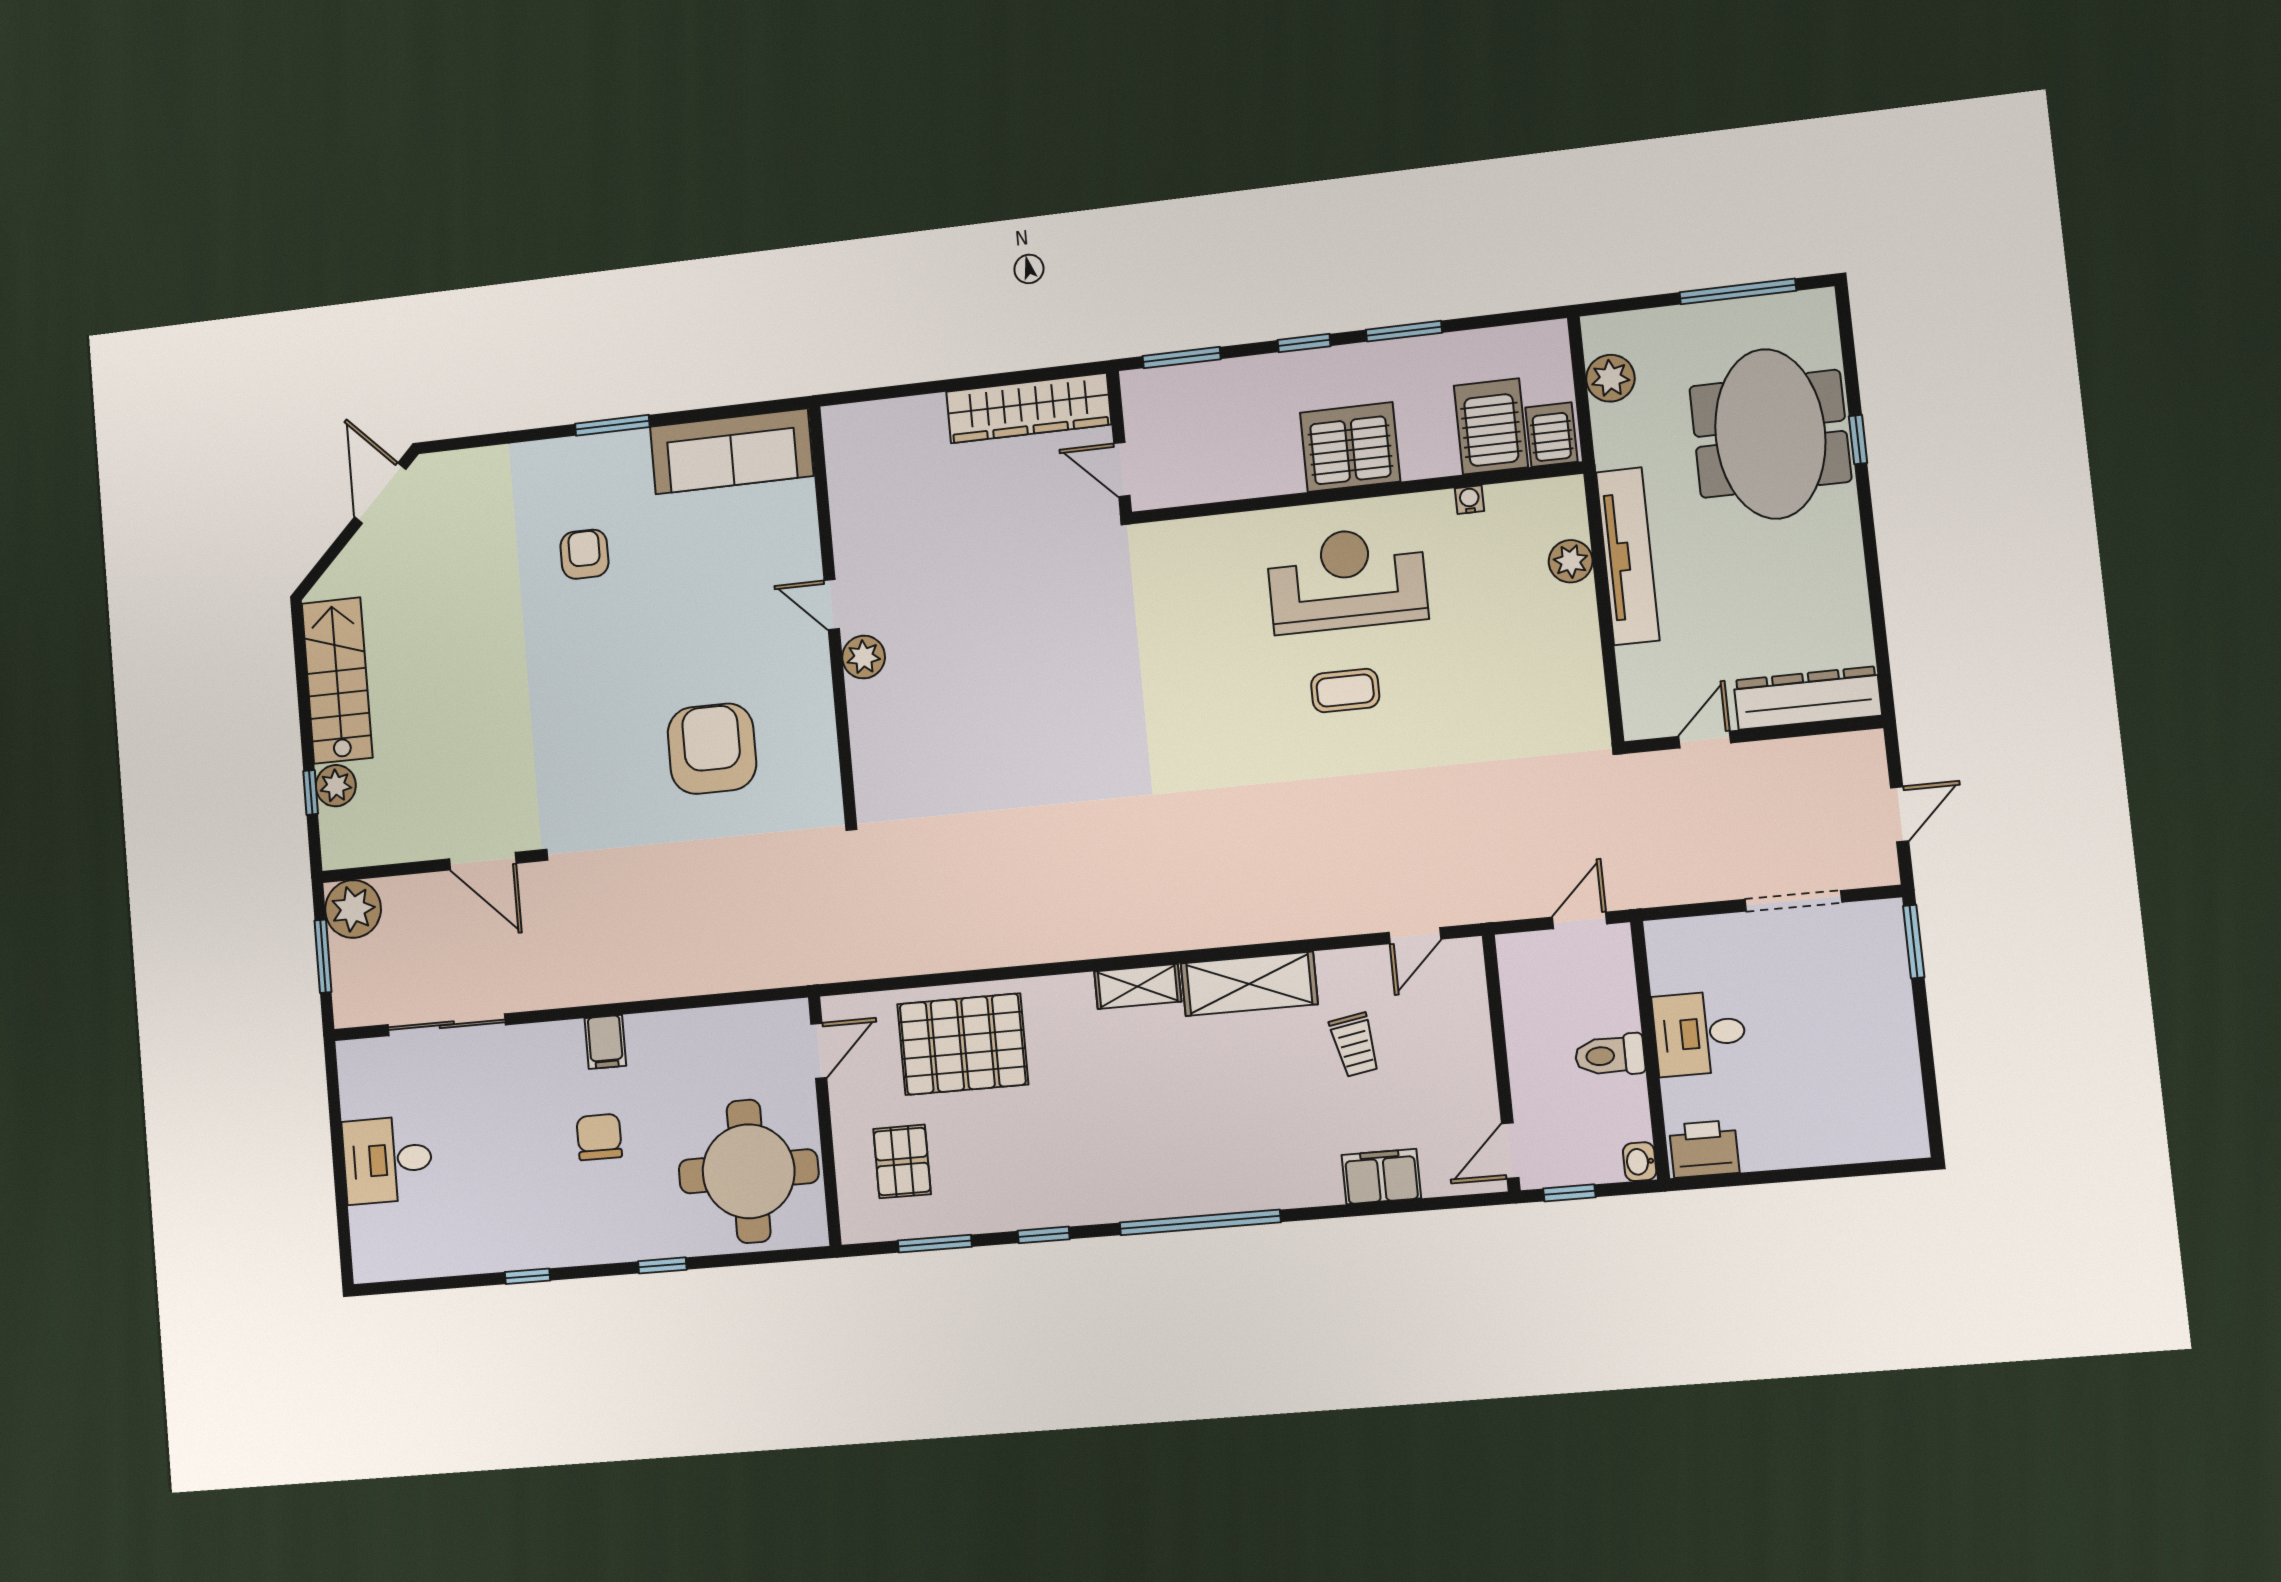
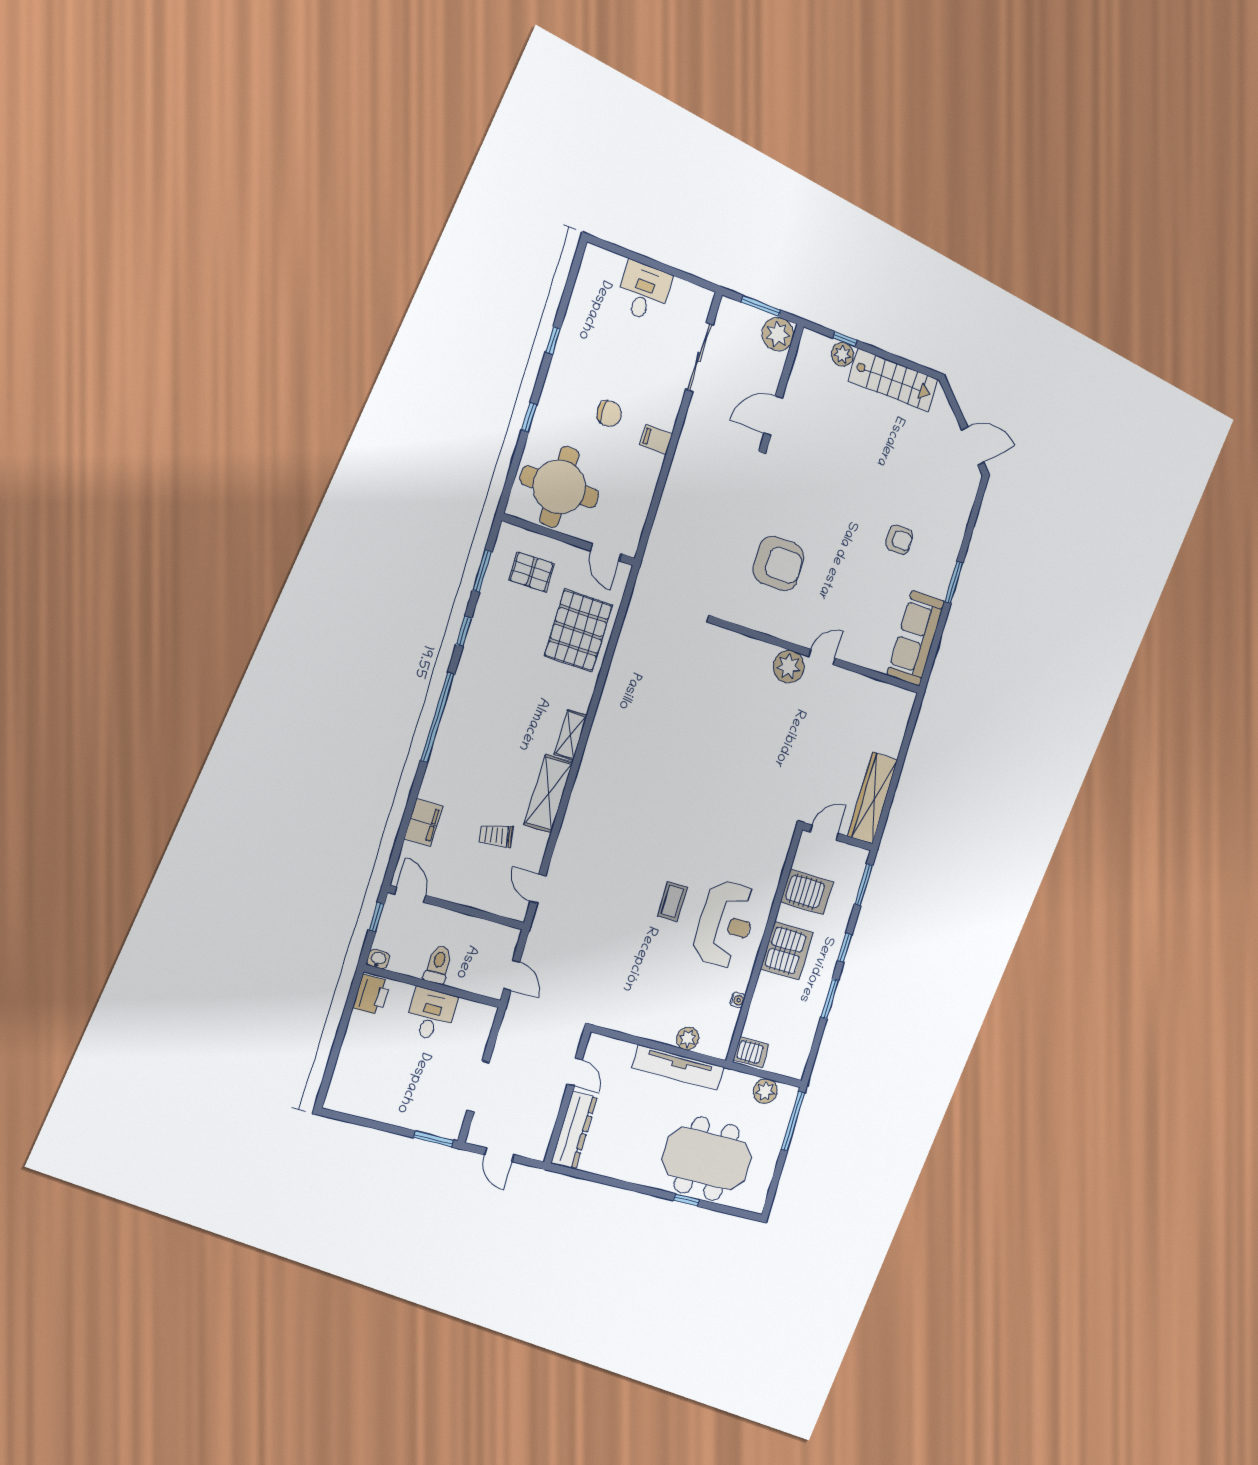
window: (1738, 291) -> (793, 1121), moved
server rack: (1491, 426) -> (807, 892), moved
plant: (864, 657) -> (789, 667), width x1.36, depth x1.36

